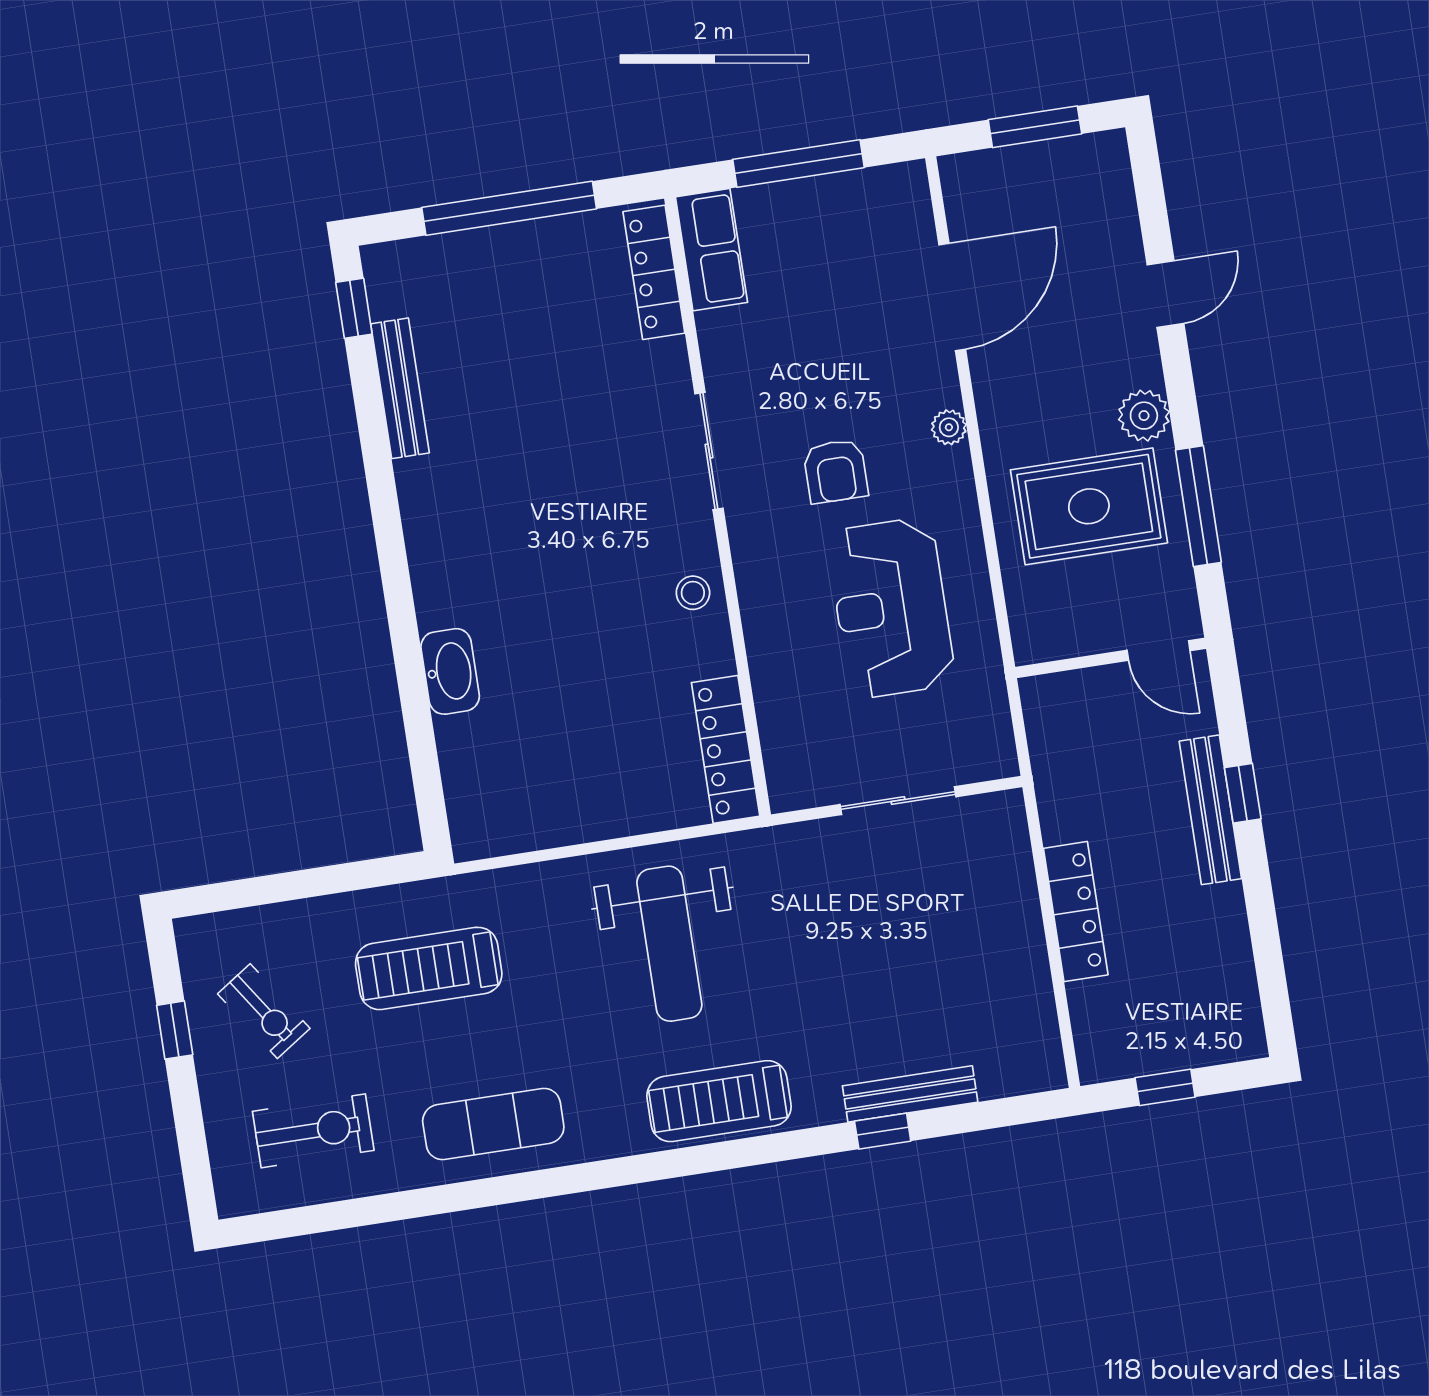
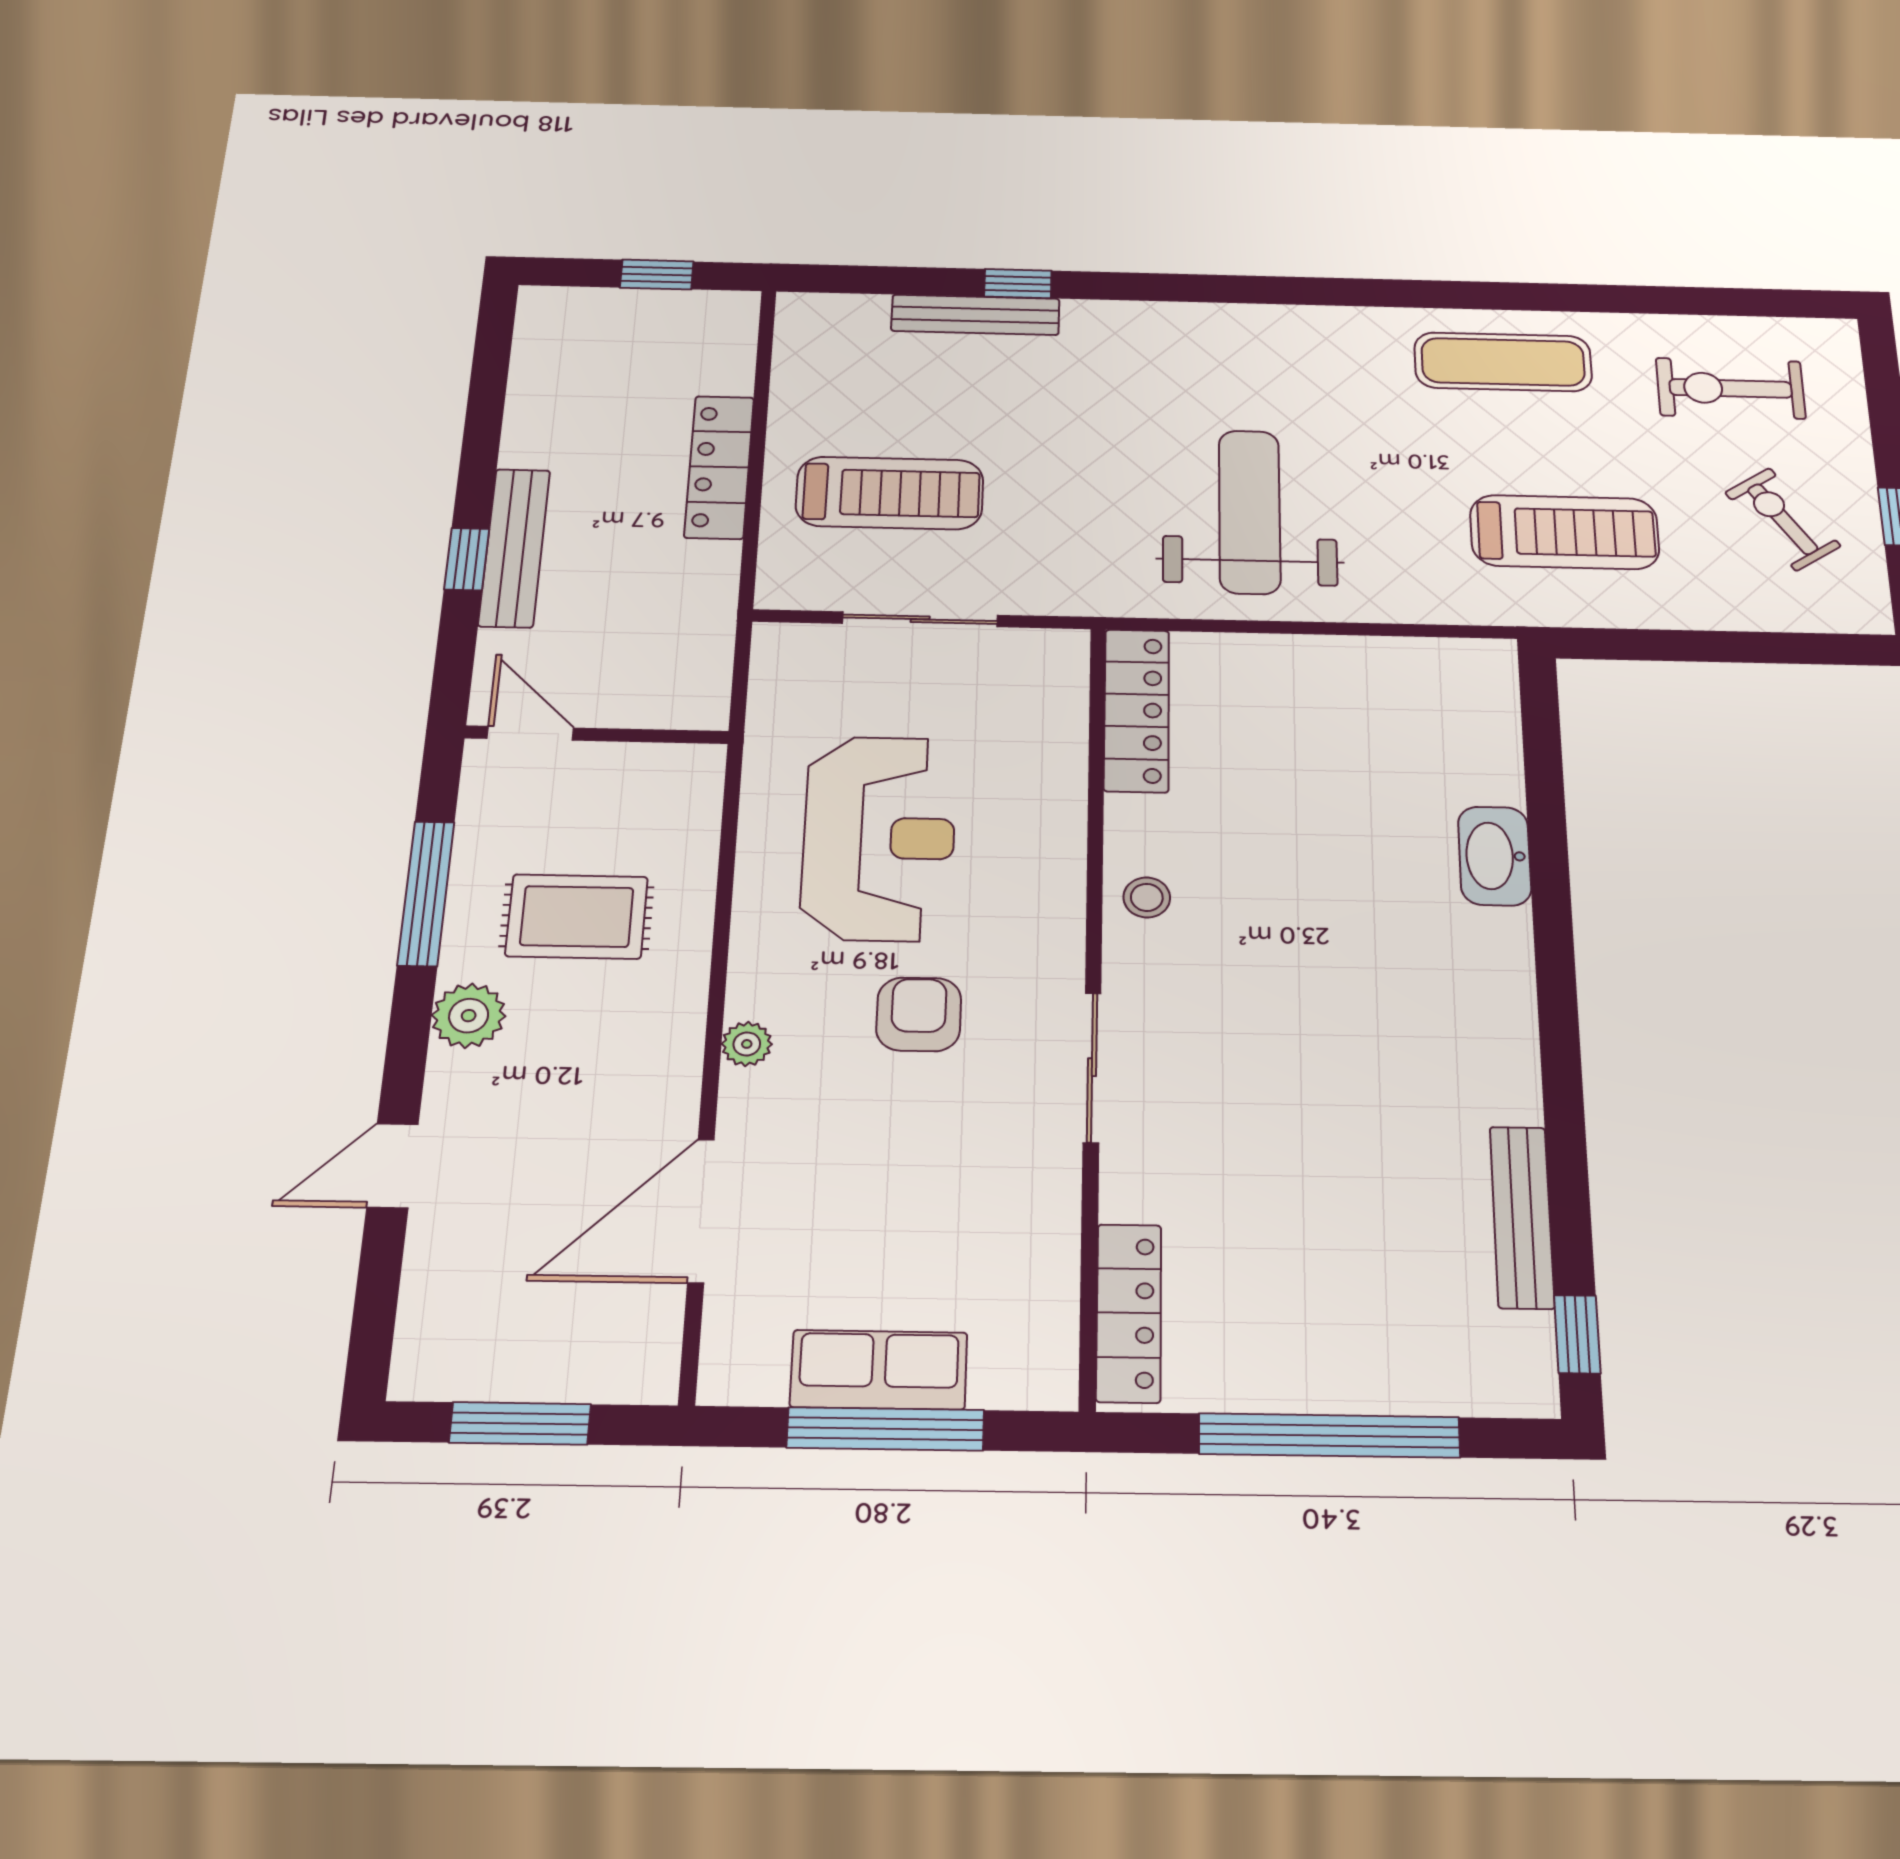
row of seats: (711, 250) -> (879, 1370), moved, turned 90
rug: (1089, 506) -> (577, 916), width x0.73, depth x0.70
treadmill: (719, 1101) -> (890, 493), moved

